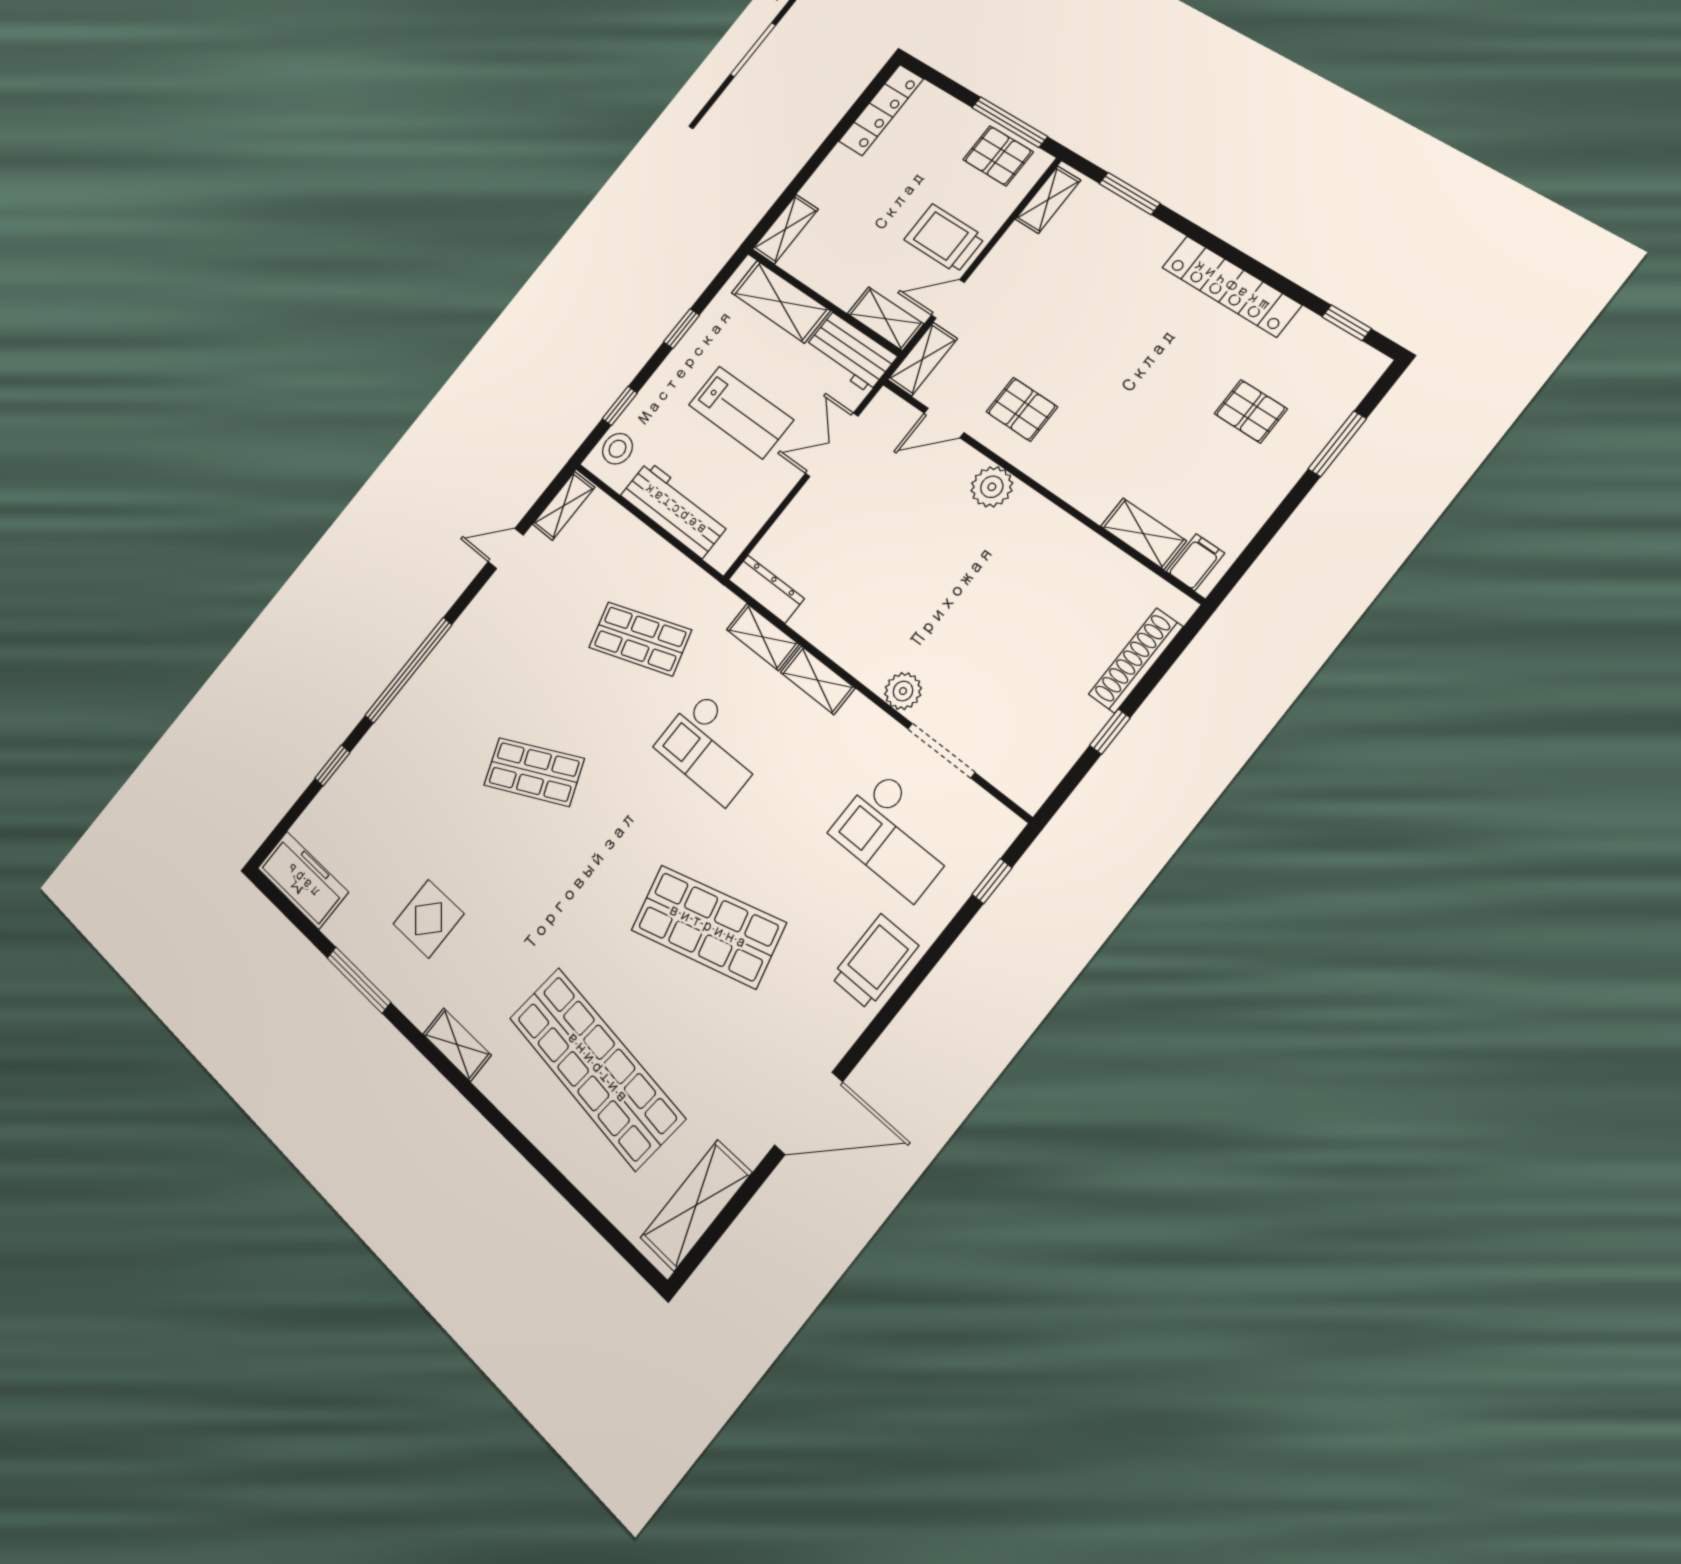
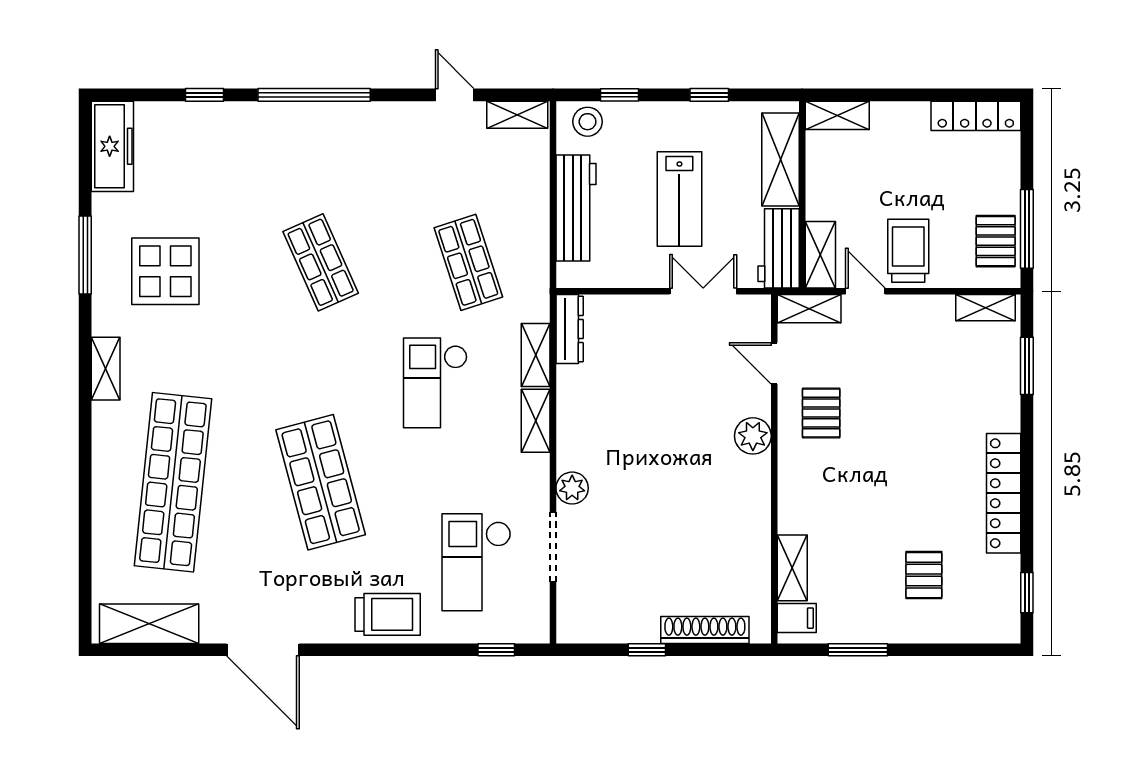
window: (1337, 444) -> (858, 650), moved
display table: (429, 919) -> (165, 271), width x1.36, depth x1.36

